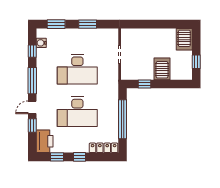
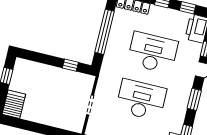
server rack: (162, 69) -> (47, 77), removed
window: (32, 81) -> (194, 99), width x0.69

